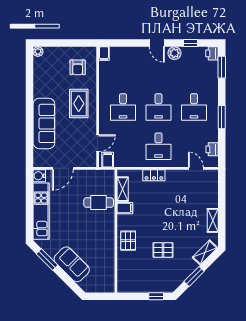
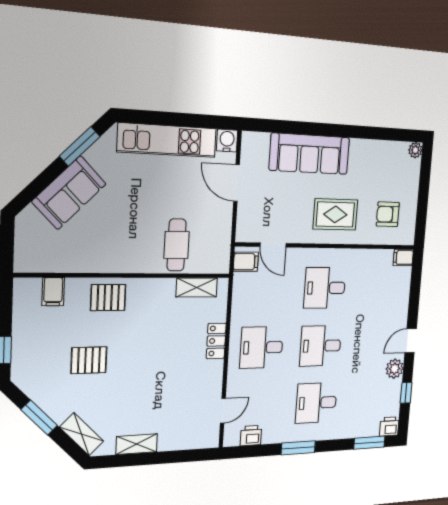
filing cabinet: (125, 208) -> (53, 292), moved
pallet: (163, 250) -> (89, 360), turned 90

